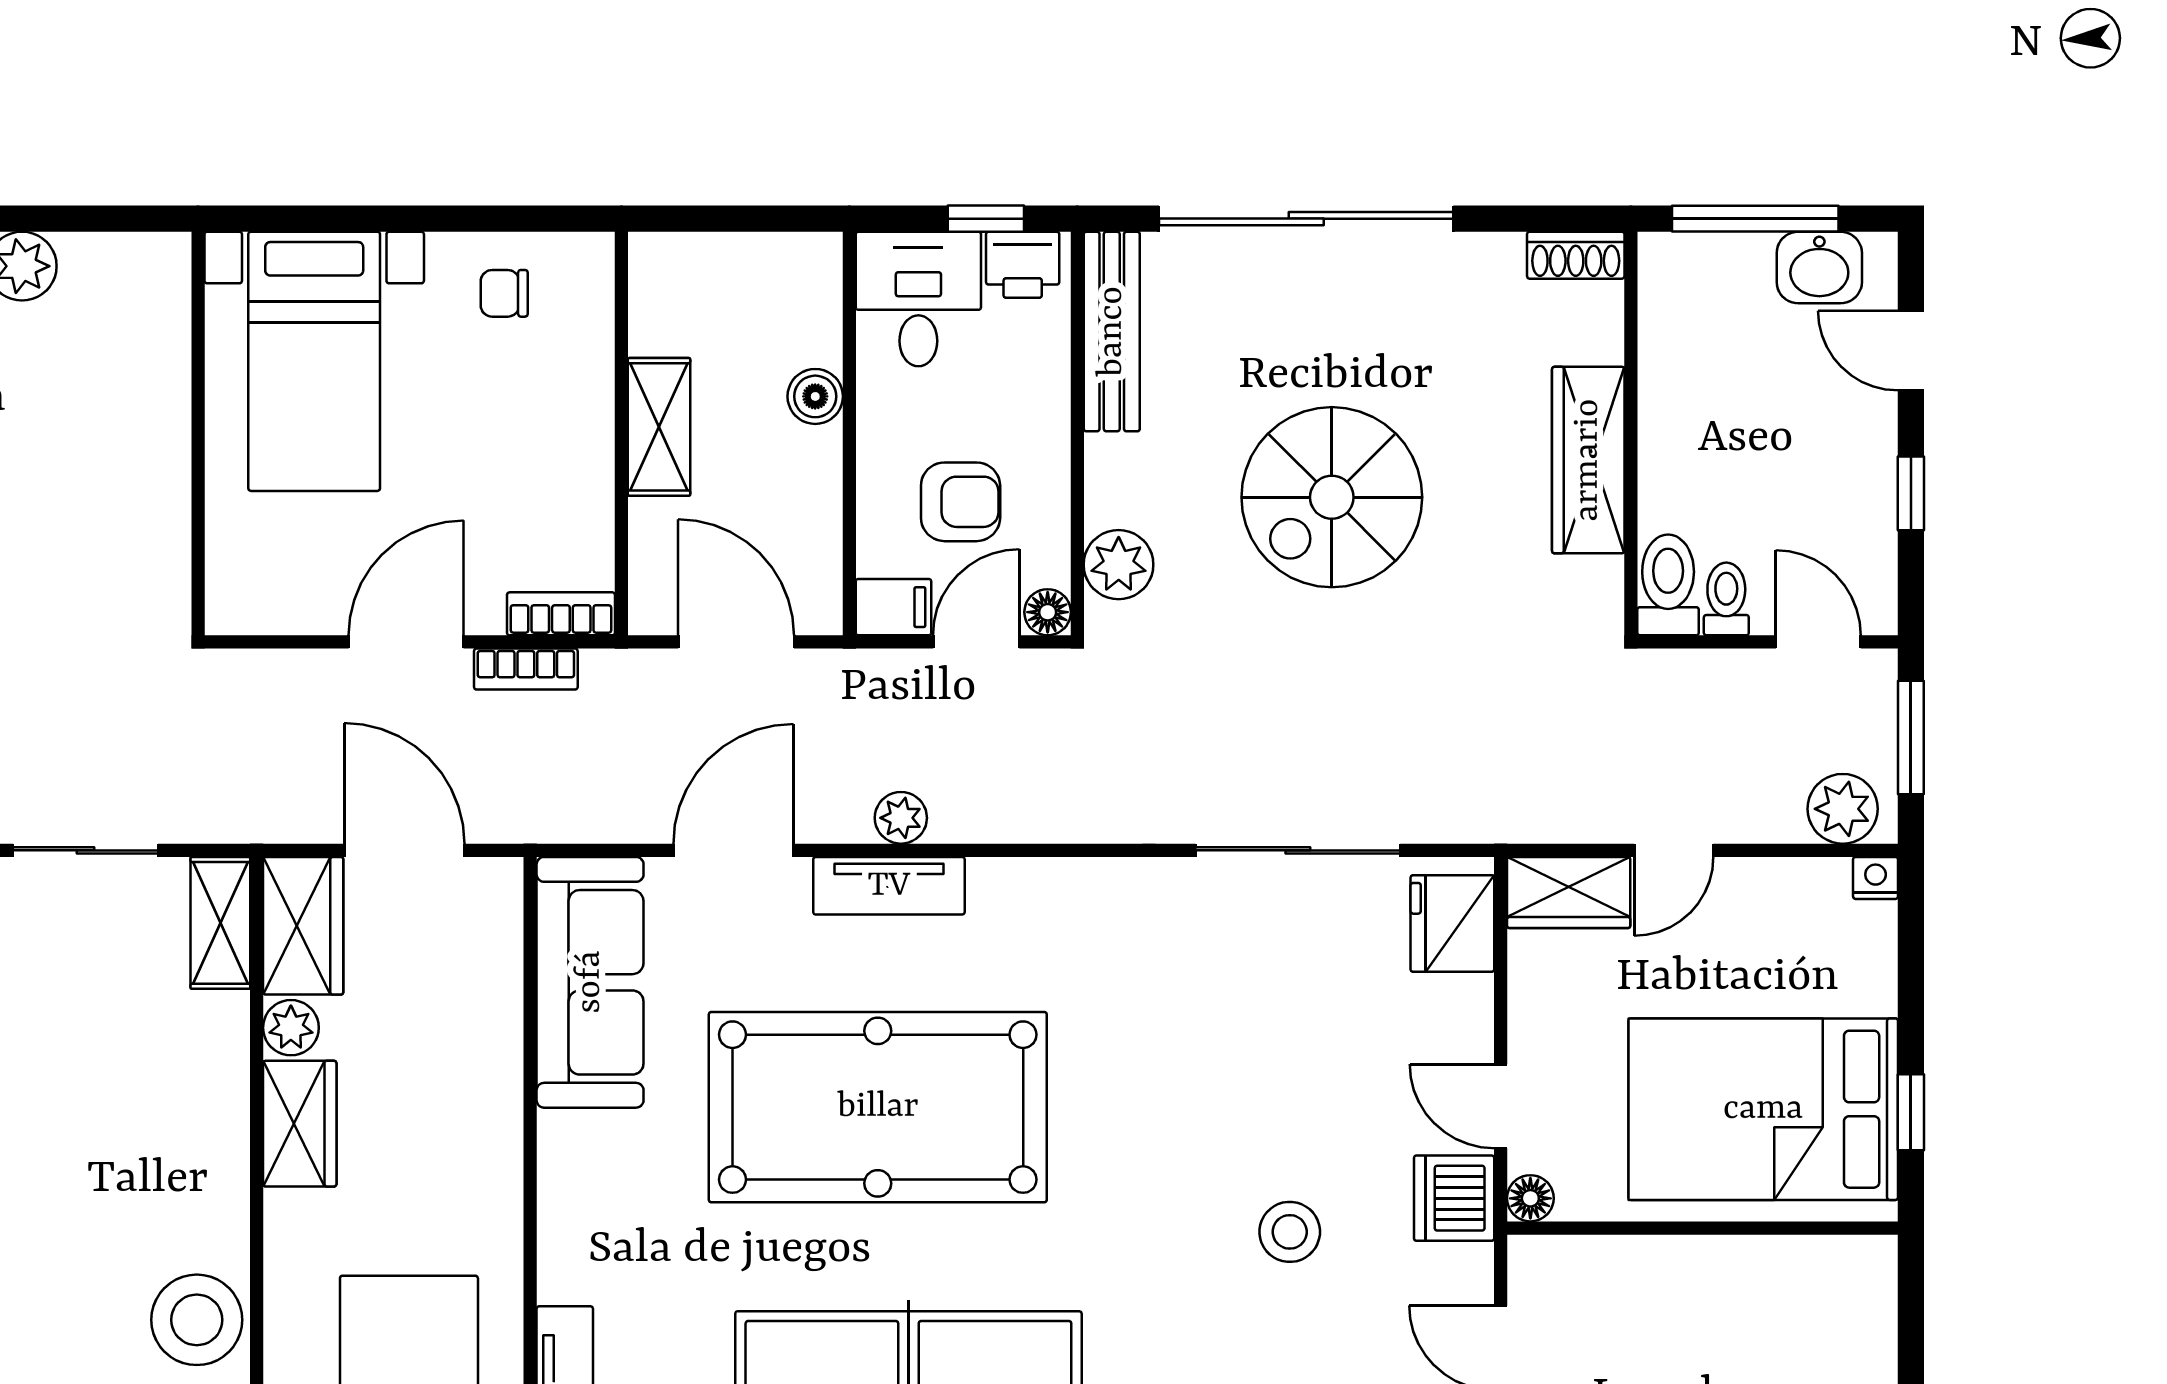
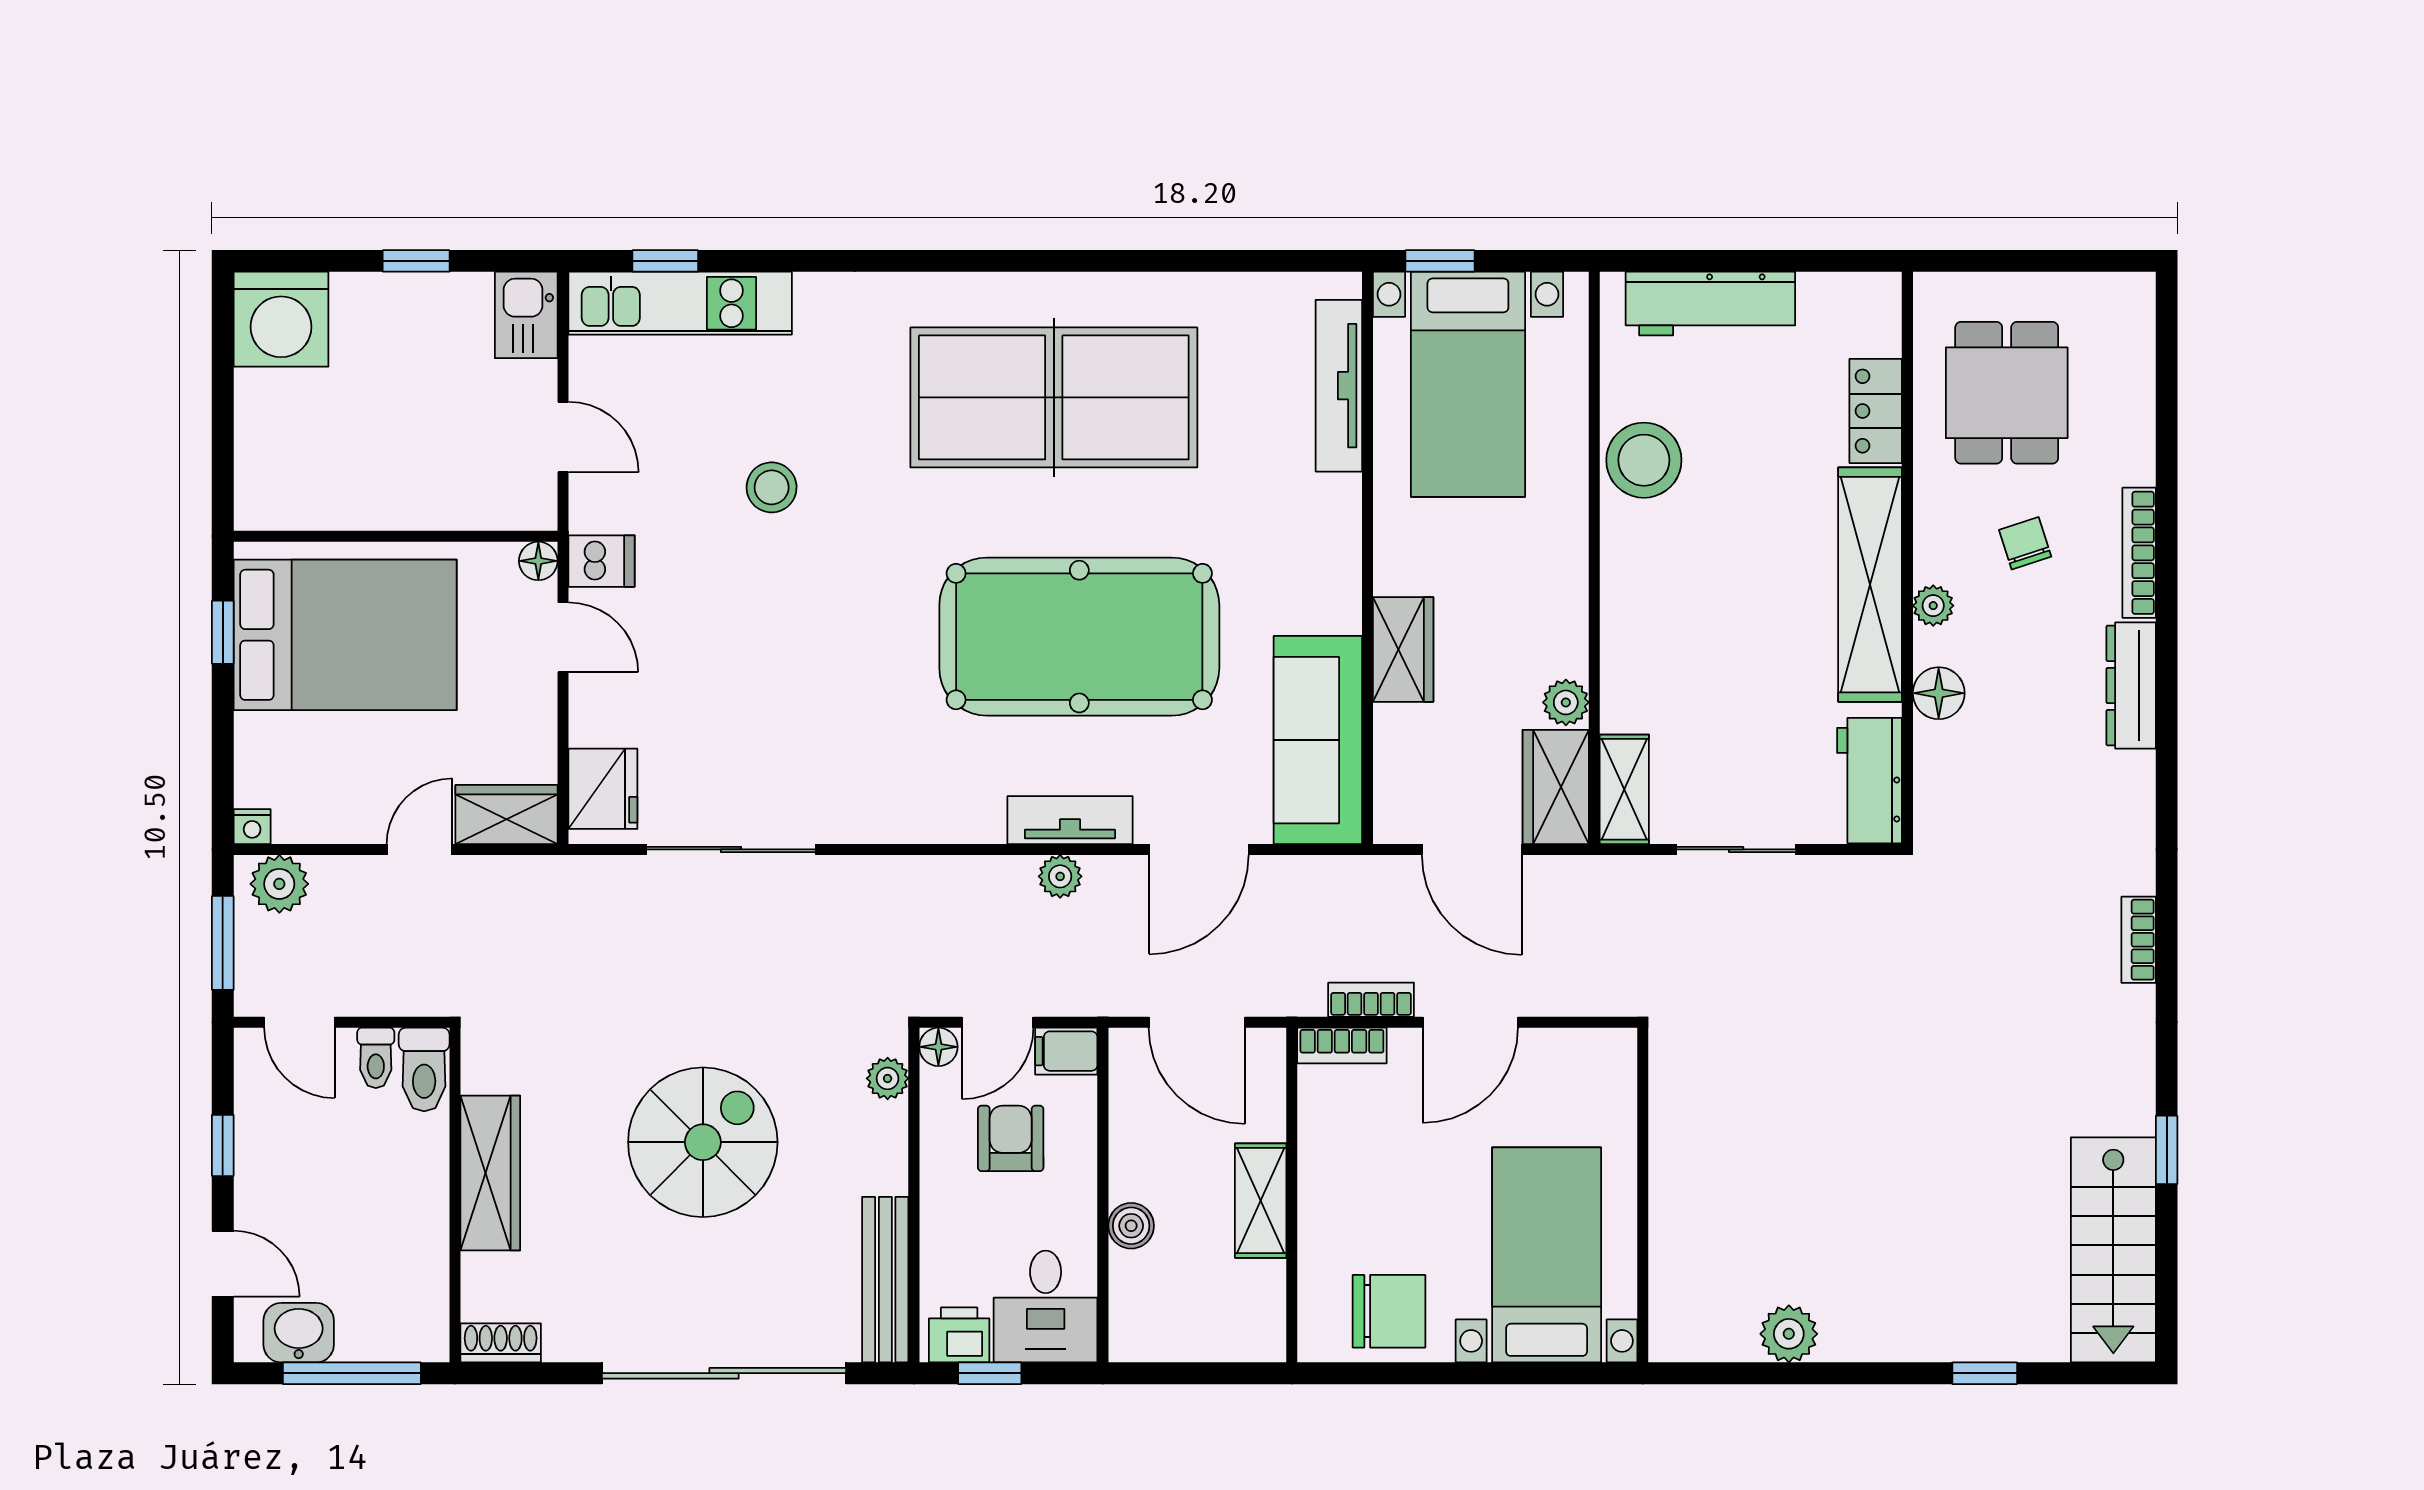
chair: (504, 293) -> (1389, 1311), width x1.87, depth x1.87
armchair: (961, 502) -> (1011, 1138), turned 90
plant: (1119, 565) -> (888, 1078), width x0.73, depth x0.73
wardrobe: (300, 1124) -> (1403, 649), moved, turned 180
dishwasher: (1454, 1198) -> (601, 561), width x0.73
stool: (1290, 1232) -> (772, 487), moved

